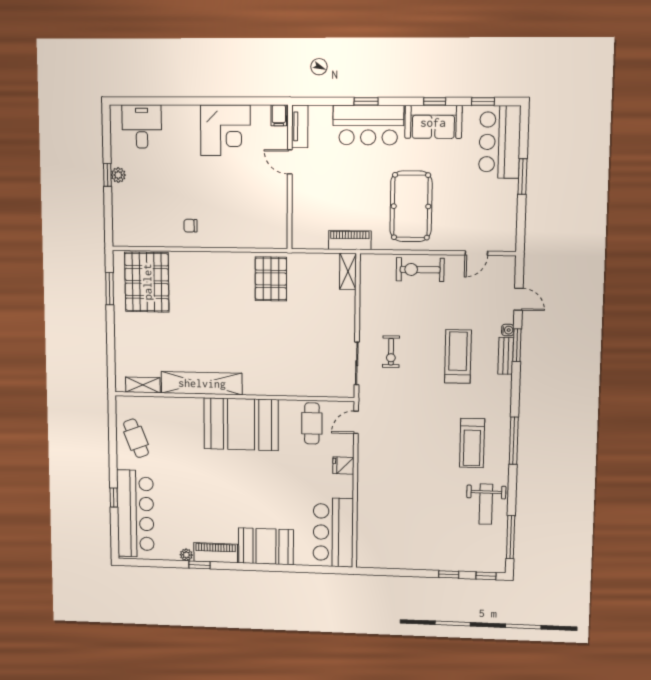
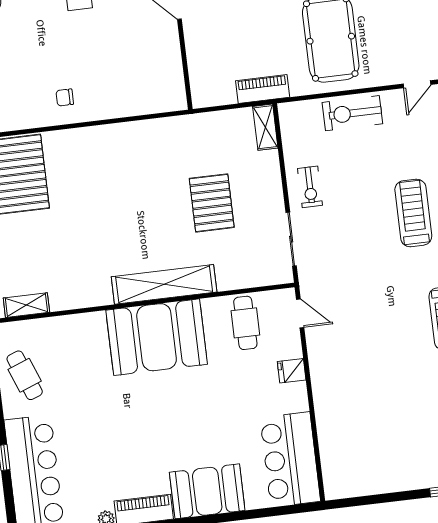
pallet: (271, 279) -> (212, 203), moved
exercise bike: (391, 352) -> (310, 187), moved
shelving: (202, 383) -> (164, 284), moved
door: (356, 422) -> (300, 313), swing flipped

